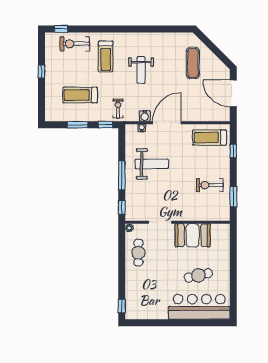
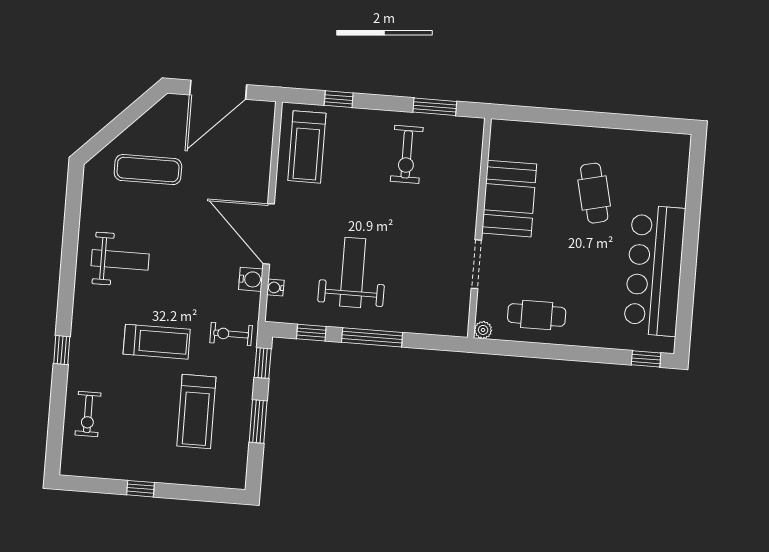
window: (61, 29) -> (62, 350), moved
exercise bike: (75, 44) -> (88, 414), width x0.73, depth x0.72
treadmill: (106, 56) -> (157, 342), moved
weight bench: (141, 70) -> (120, 260), moved
window: (122, 207) -> (311, 333), moved
bar counter: (199, 307) -> (654, 271), moved

